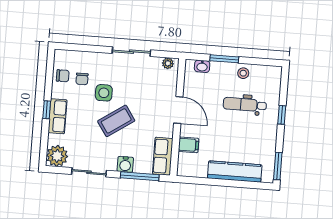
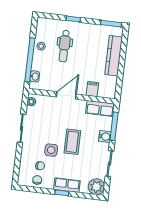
window: (224, 59) -> (30, 60), width x2.11
coffee table: (116, 121) -> (72, 142), turned 34

